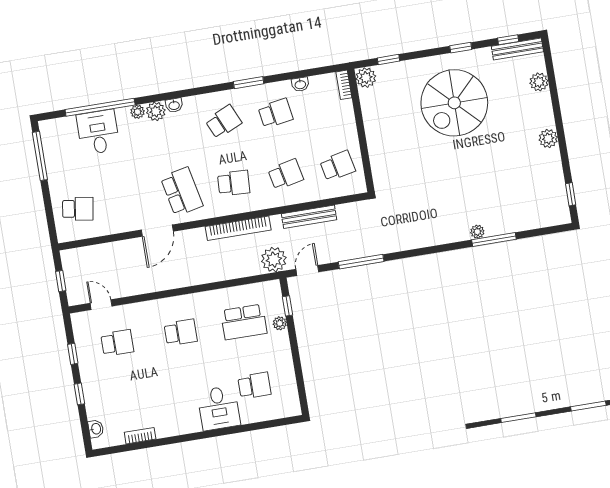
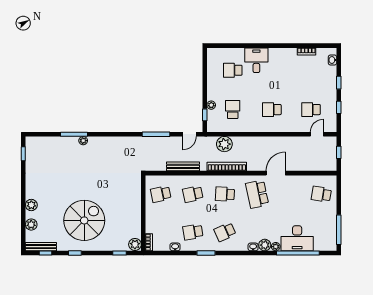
desk: (98, 132) -> (297, 238), width x1.37
plant: (548, 139) -> (31, 205), moved
plant: (274, 260) -> (224, 144), moved
door: (101, 305) -> (317, 134), swing flipped
school desk: (244, 322) -> (233, 110), width x0.54

